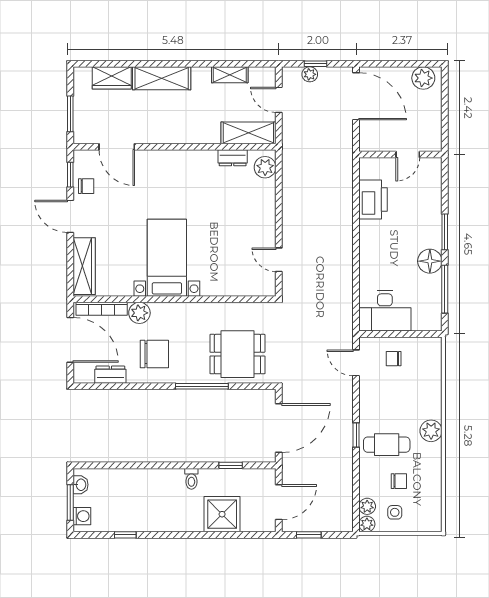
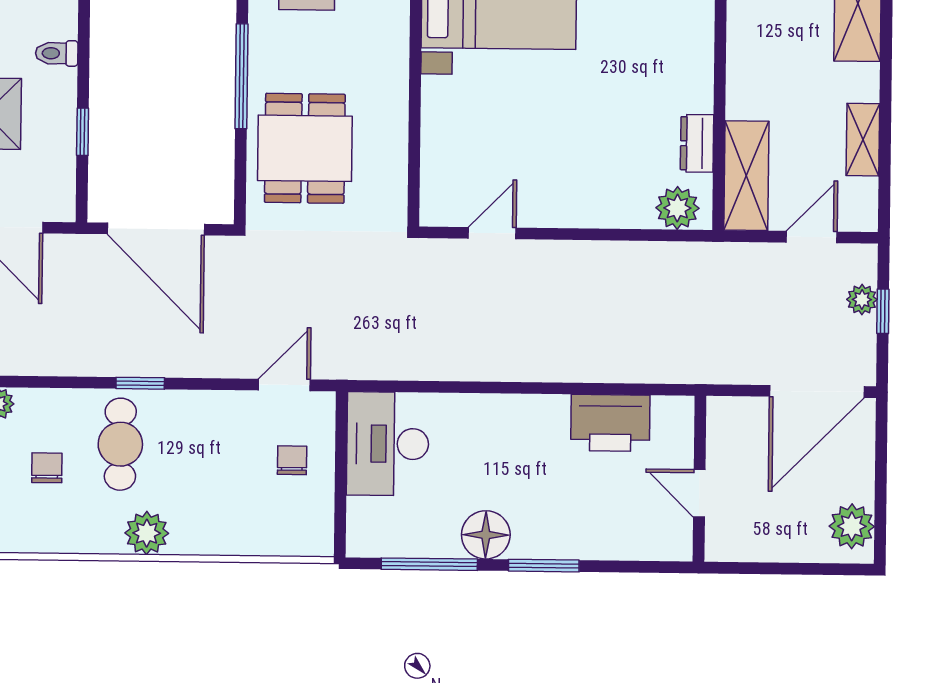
chair: (399, 481) -> (47, 468), turned 180

